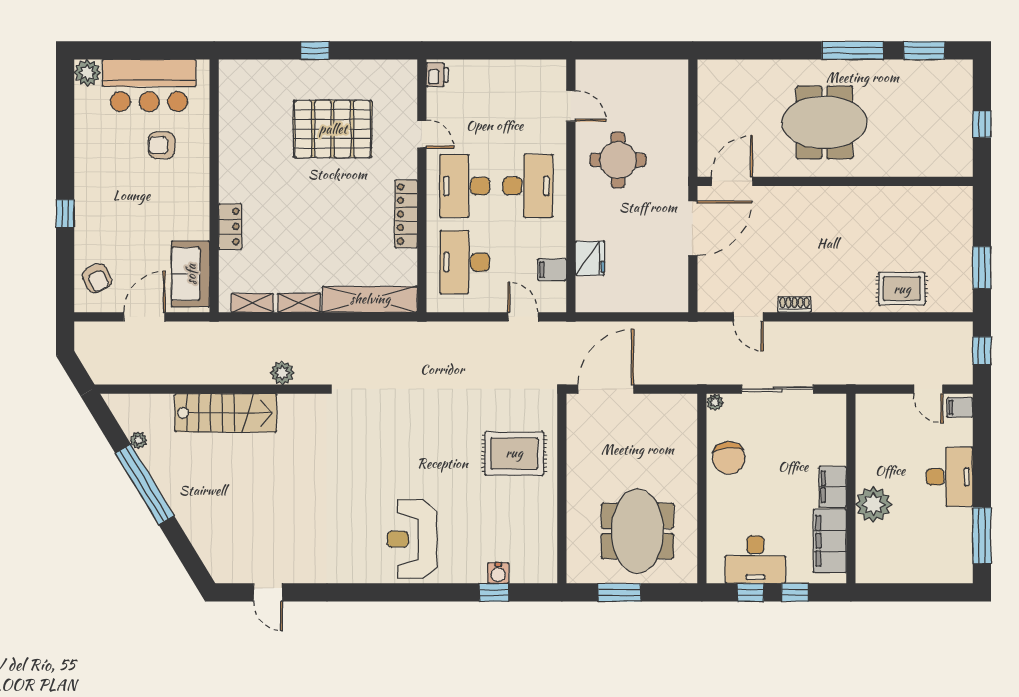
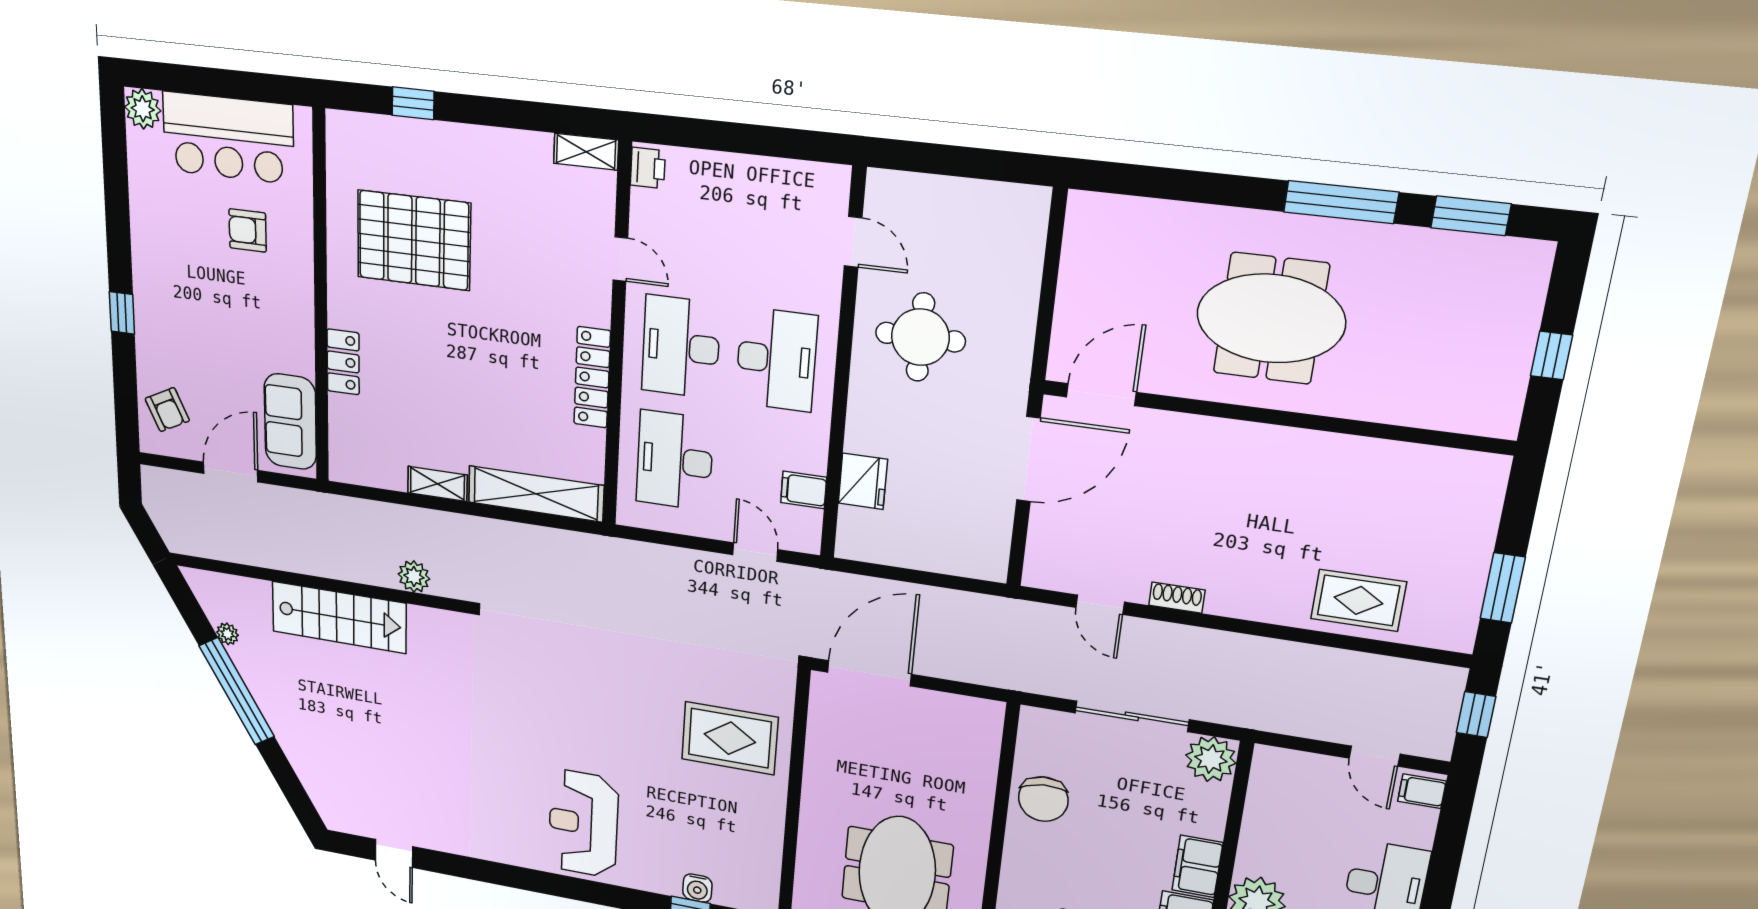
window: (315, 50) -> (413, 103), moved
pallet: (333, 129) -> (414, 240), moved
shelving: (252, 303) -> (586, 152), moved
plant: (715, 402) -> (1211, 759), moved, width x1.87, depth x1.87

